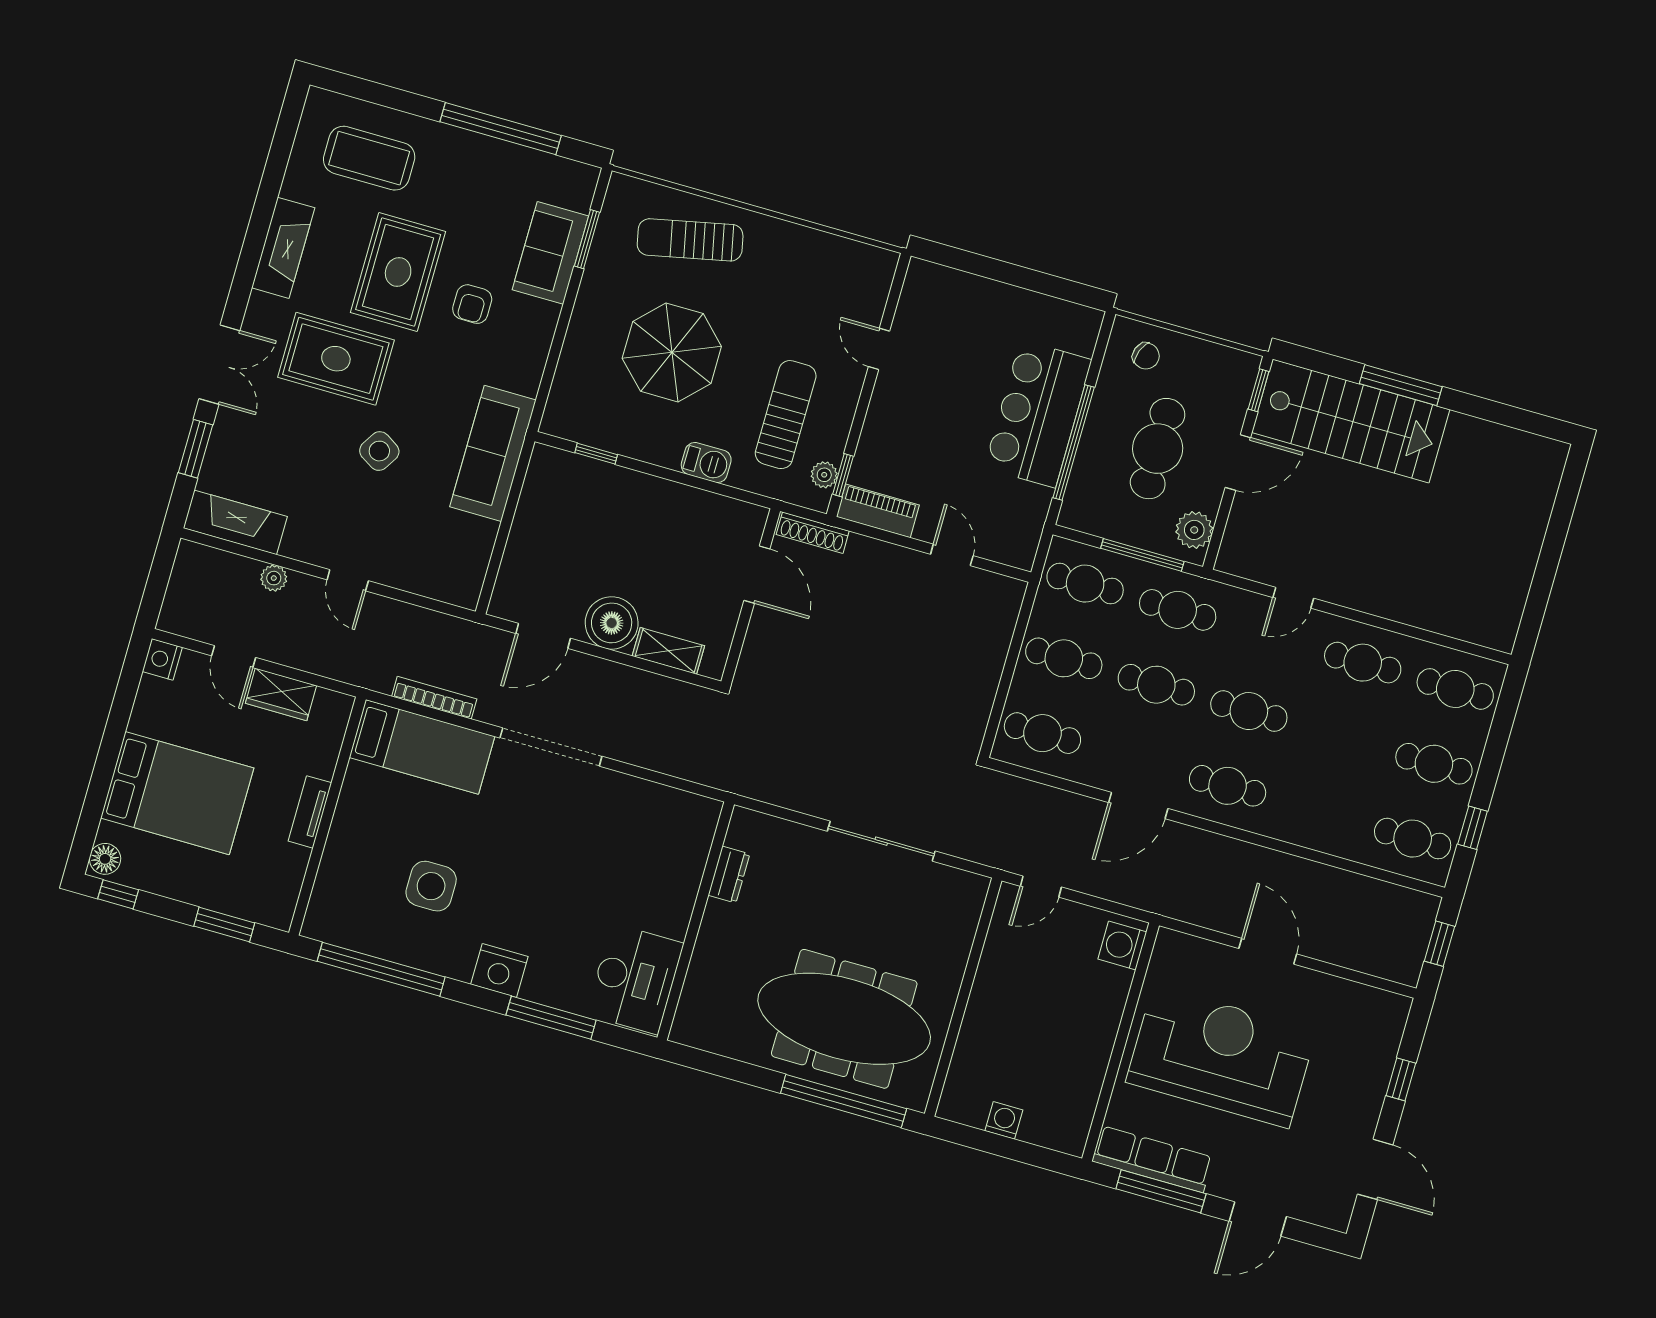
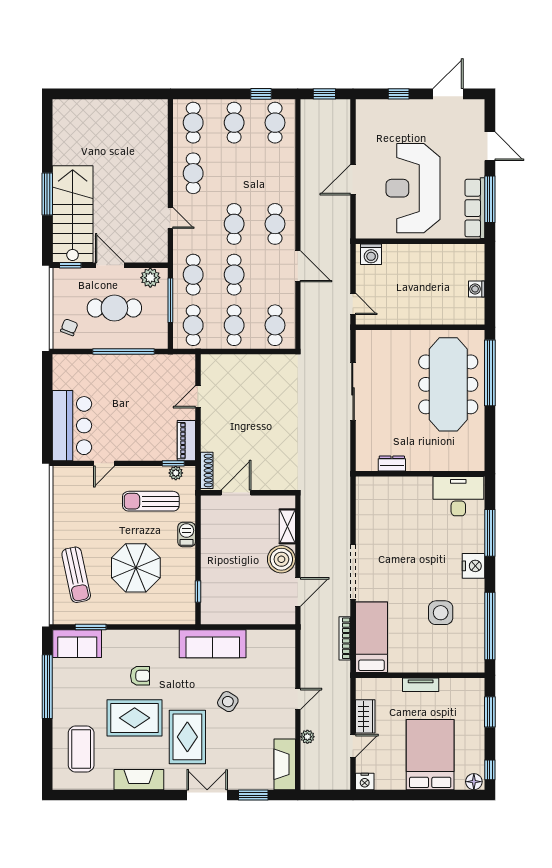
sofa: (550, 253) -> (77, 644), moved
bar counter: (1038, 414) -> (72, 426), moved, turned -90
door: (543, 636) -> (298, 592), hinge flipped

